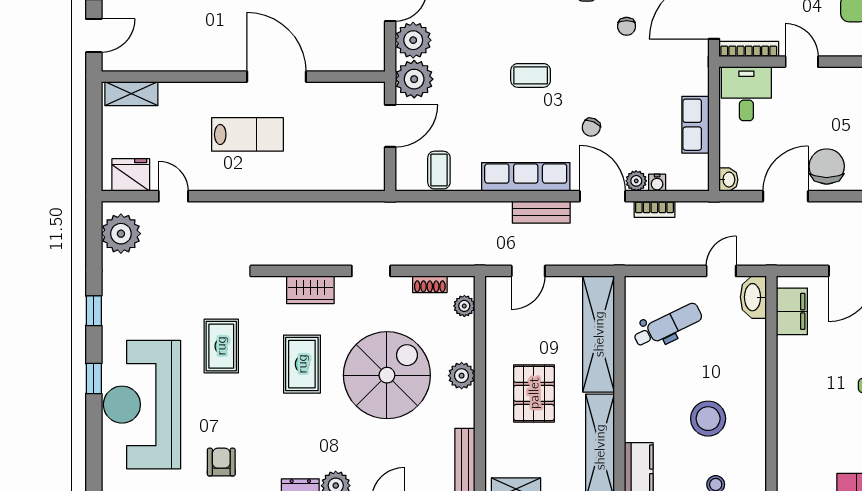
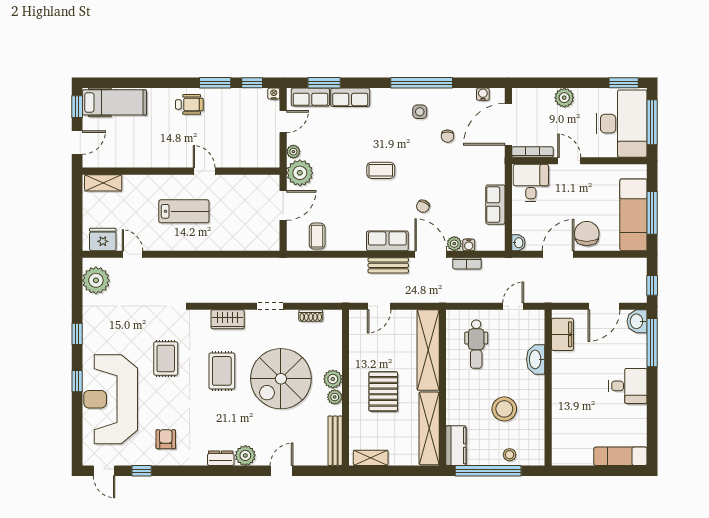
plant: (413, 40) -> (293, 152), width x0.53, depth x0.53
door: (276, 77) -> (204, 171), width x0.53
row of seats: (526, 177) -> (387, 241), width x0.68
washbasin: (753, 297) -> (536, 359), moved
plant: (464, 306) -> (335, 397), moved
dental chair: (668, 325) -> (476, 344), turned 116
spiral stairs: (387, 375) -> (281, 379), turned 180

